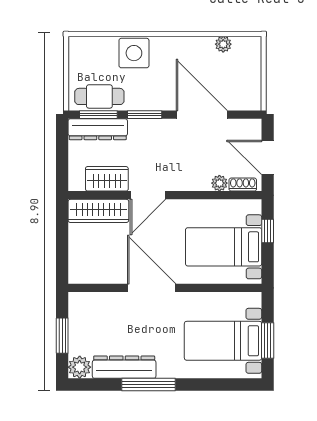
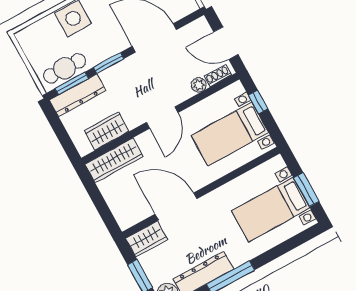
door: (148, 195) -> (162, 118), moved
door: (152, 288) -> (176, 206), moved
wardrobe: (88, 303) -> (147, 239), added

